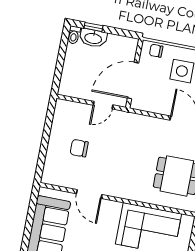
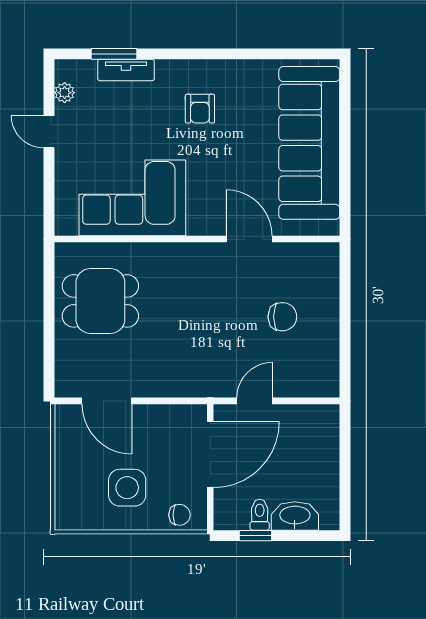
window: (93, 27) -> (255, 536), moved
toilet: (74, 35) -> (260, 515), moved

